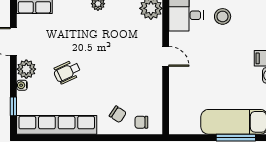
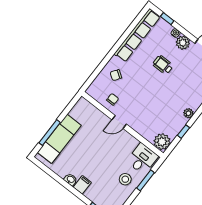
door: (166, 56) -> (119, 122), moved
wheelchair: (67, 72) -> (163, 65), turned -65
chair: (141, 122) -> (113, 99), moved

